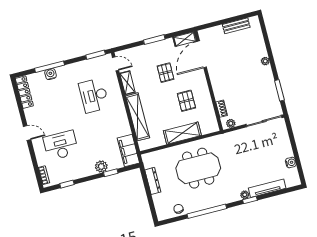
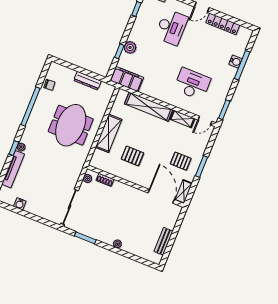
pallet: (165, 73) -> (181, 161), moved
locker: (24, 92) -> (223, 24), moved

